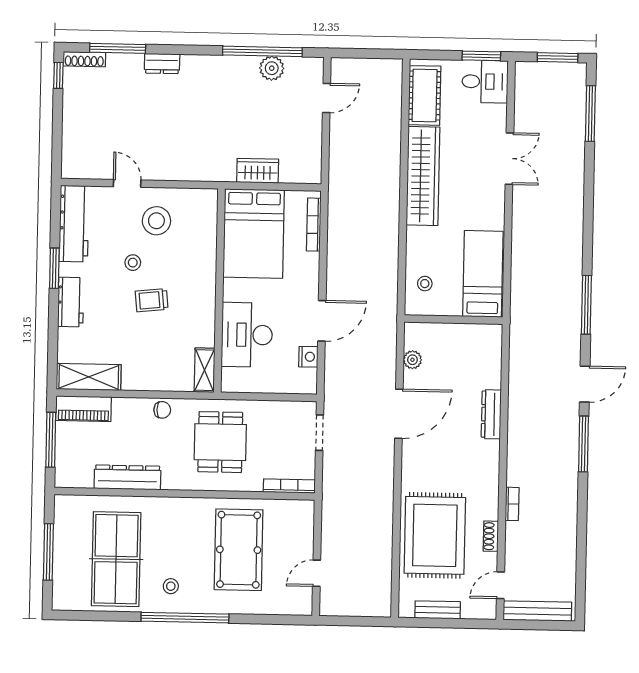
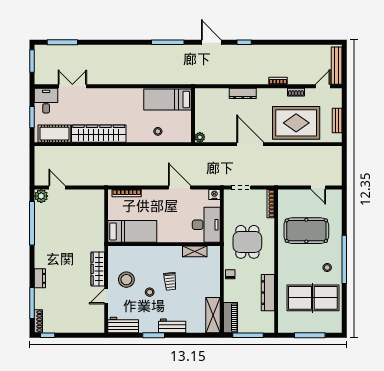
window: (481, 56) -> (32, 117), moved
plant: (272, 68) -> (41, 196), moved
double door: (509, 159) -> (72, 86), moved
wardrobe: (258, 171) -> (98, 269), moved, width x1.50
workbench: (74, 224) -> (123, 325), width x0.73
bed: (254, 234) -> (132, 231), width x0.67
bed: (483, 274) -> (168, 99), moved
wall: (453, 320) -> (193, 115), moved
desk: (247, 335) -> (206, 225), moved, turned -90
nightstand: (308, 357) -> (214, 195), moved
shelving: (205, 370) -> (195, 251), moved
door: (399, 414) -> (250, 144), moved
dresser: (491, 414) -> (243, 93), moved
dining table: (220, 442) -> (247, 242), turned 90
window: (583, 444) -> (244, 42), width x0.46
door: (500, 585) -> (323, 86), swing flipped

